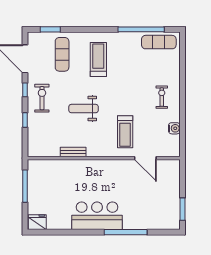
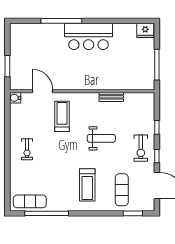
water cooler: (174, 128) -> (15, 98), moved
window: (182, 209) -> (7, 66), moved

